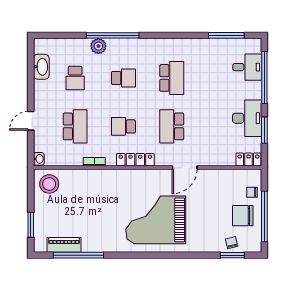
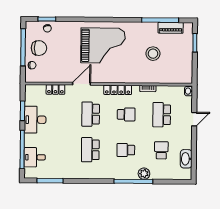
school desk: (172, 126) -> (91, 114), turned 180
locker: (248, 160) -> (55, 89), moved
stool: (49, 184) -> (153, 54), moved

